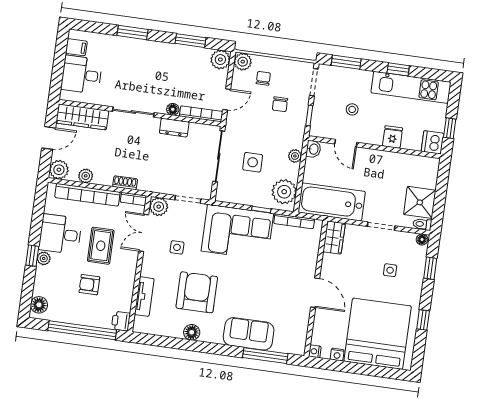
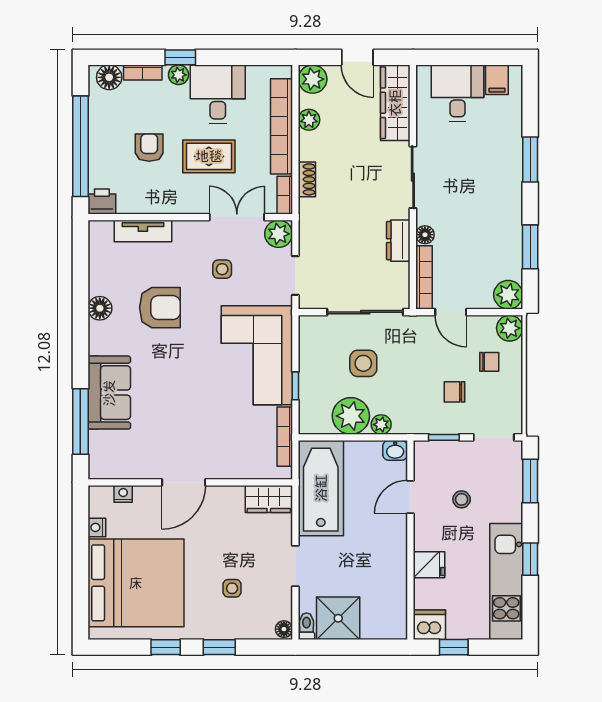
plant: (284, 192) -> (351, 416), moved
window: (430, 268) -> (219, 647), moved
bookcase: (39, 282) -> (143, 72), added
armchair: (197, 292) -> (160, 308), width x0.73, depth x0.73
nightstand: (315, 351) -> (123, 494), moved

